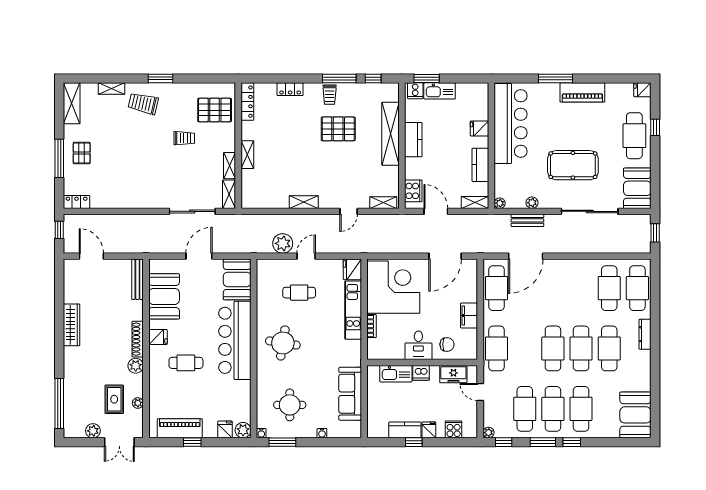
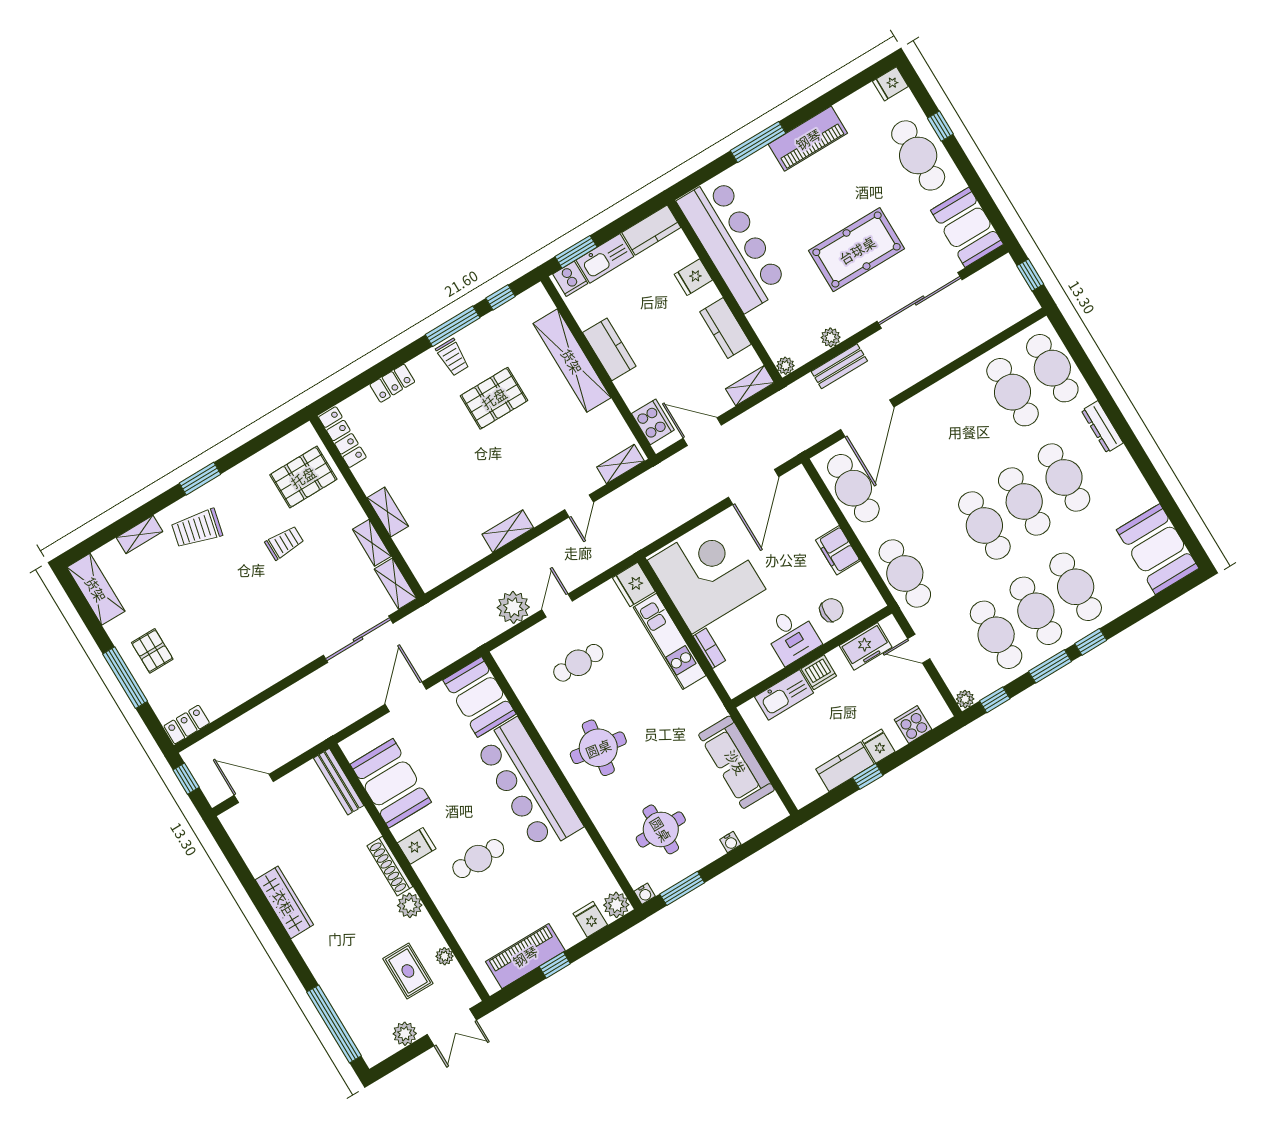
kitchen counter: (472, 91) -> (651, 230), added

